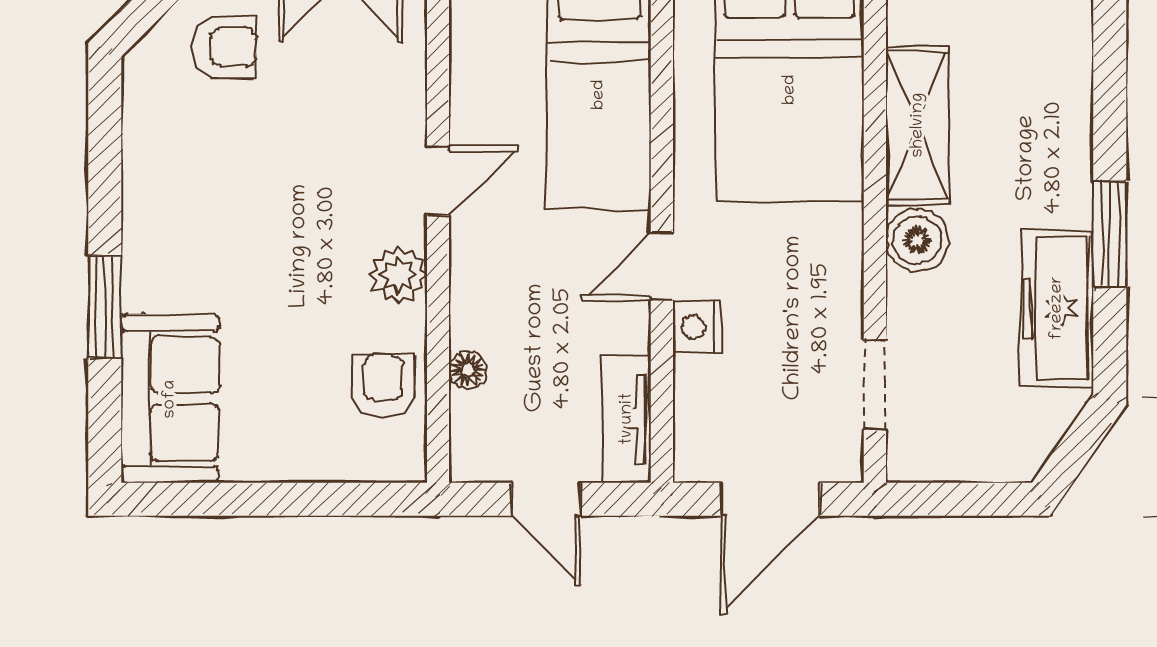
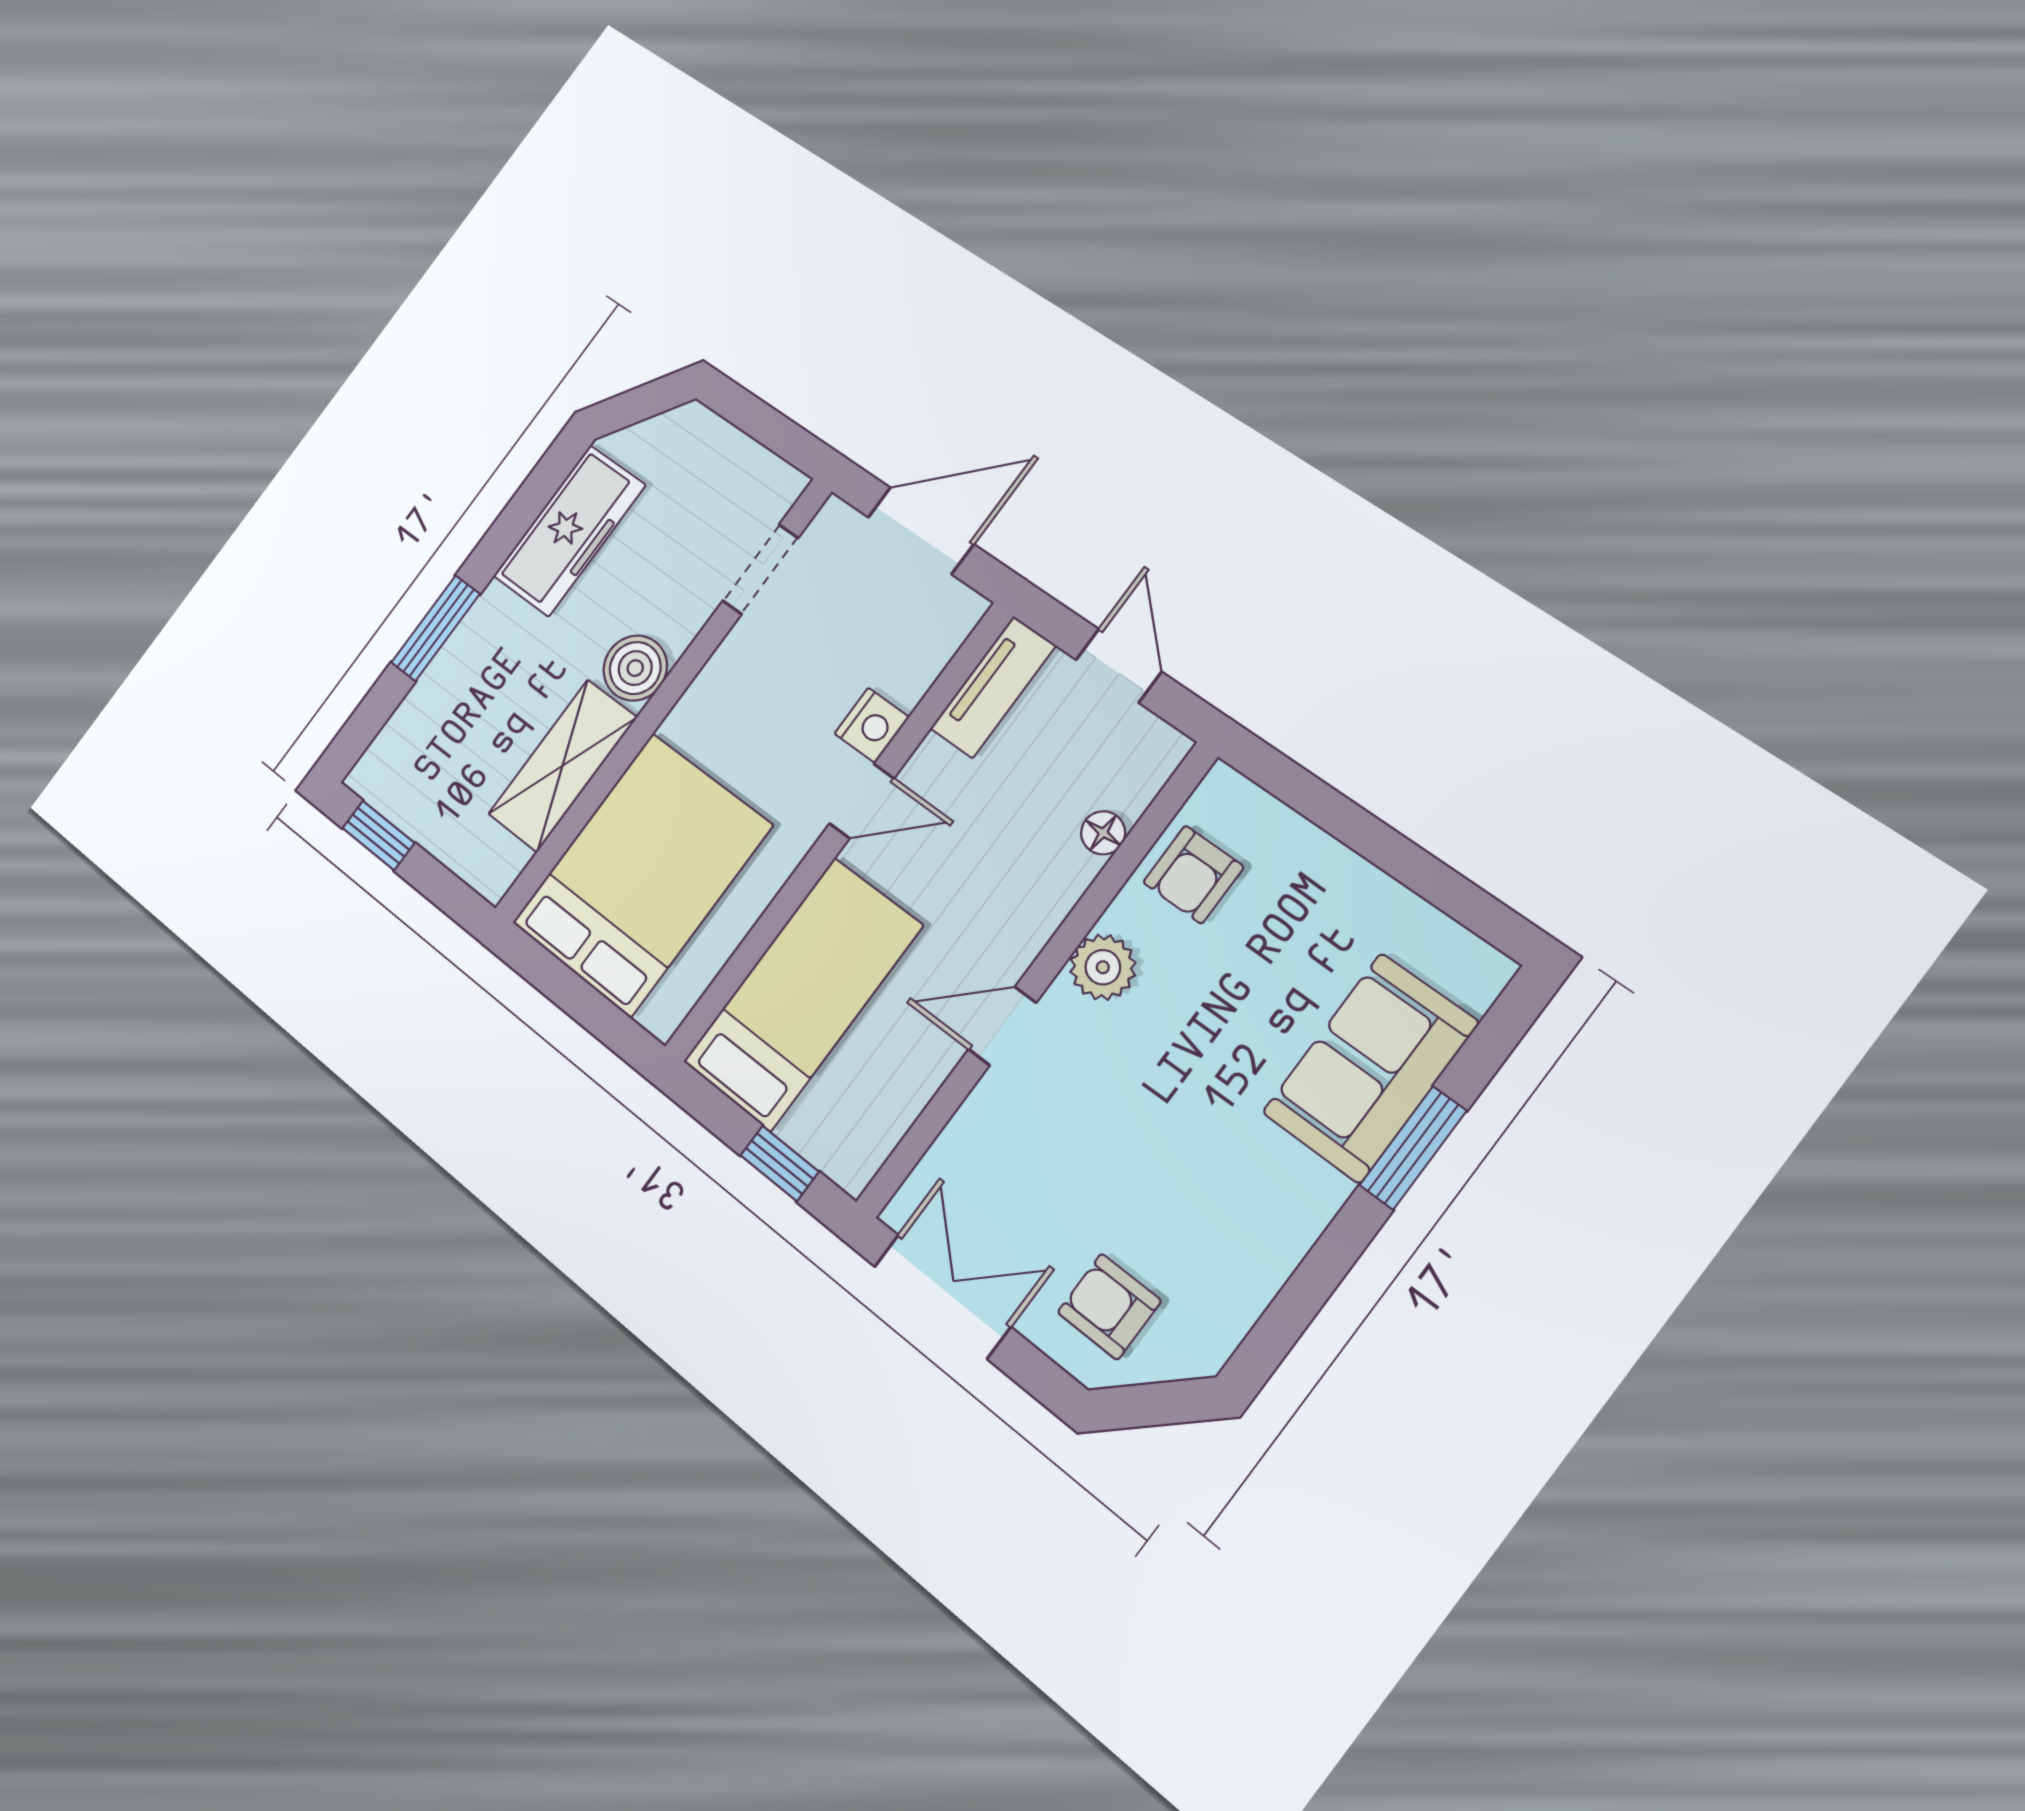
window: (1110, 234) -> (436, 628), moved
sofa: (170, 399) -> (1370, 1068), moved

